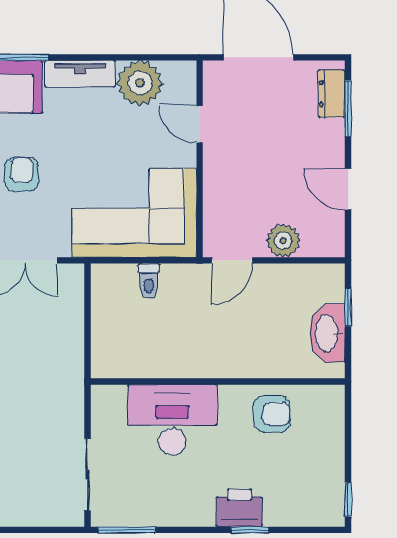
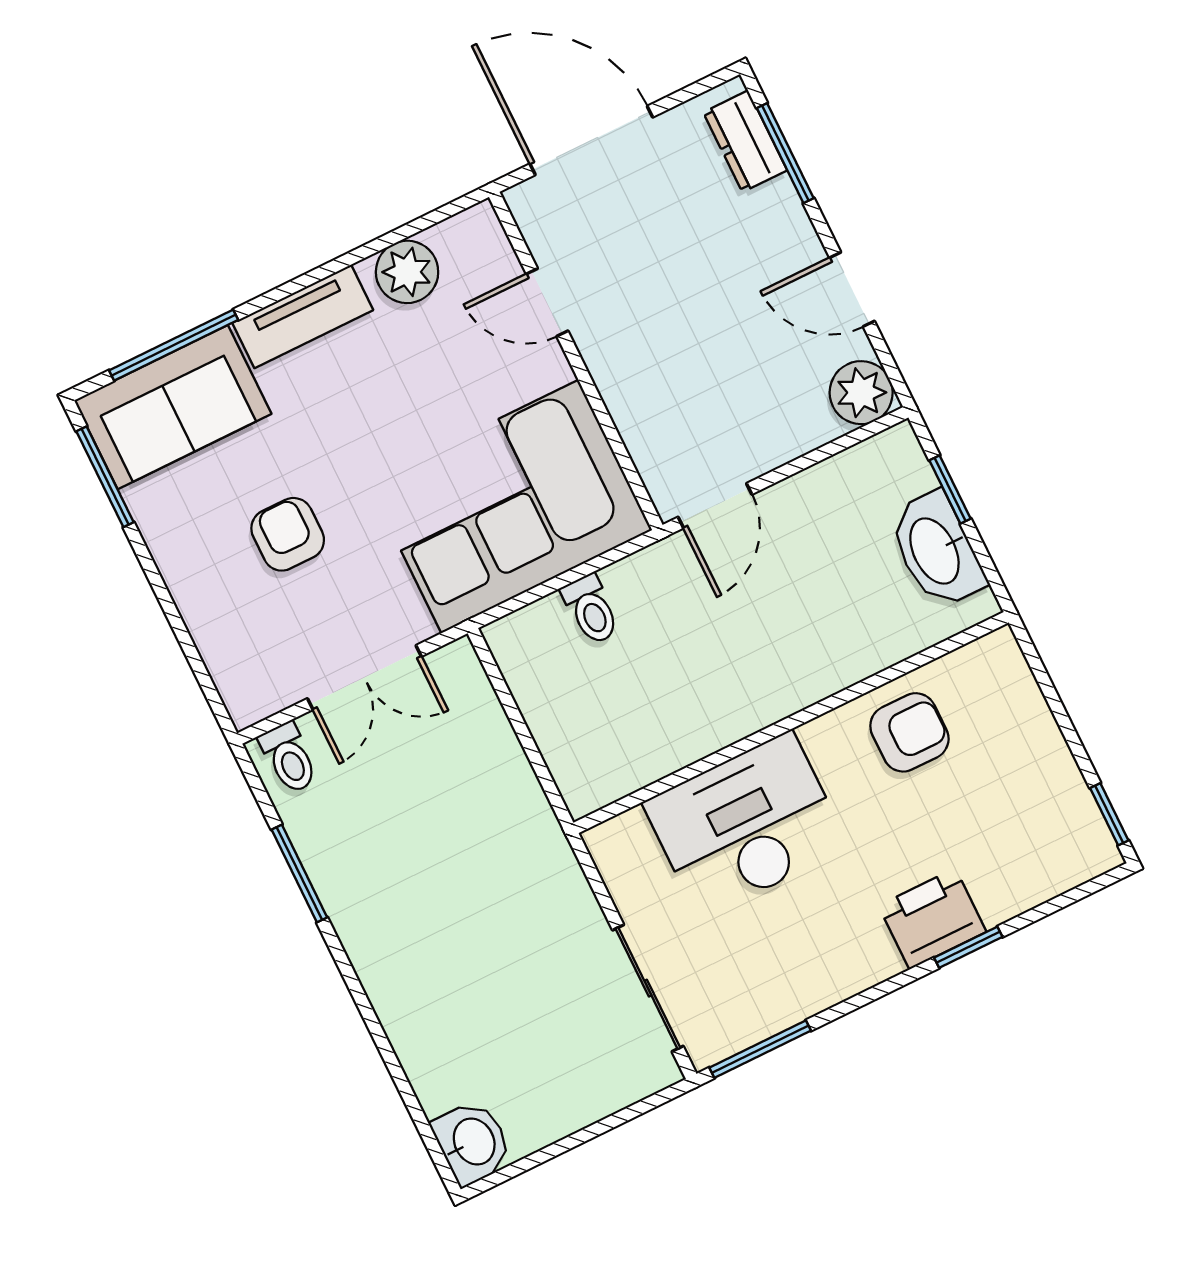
plant: (140, 83) -> (407, 272), width x0.73, depth x0.73
plant: (283, 241) -> (861, 393), moved

